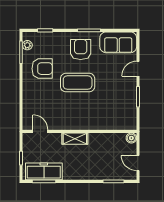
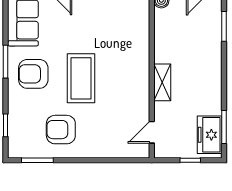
plant: (27, 45) -> (27, 151), removed
armchair: (42, 69) -> (61, 130), turned -90
freezer: (44, 171) -> (210, 135), width x0.71

